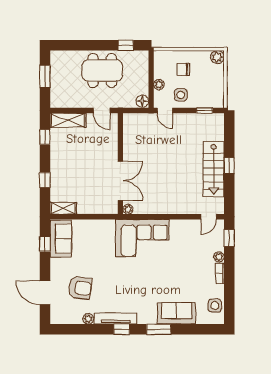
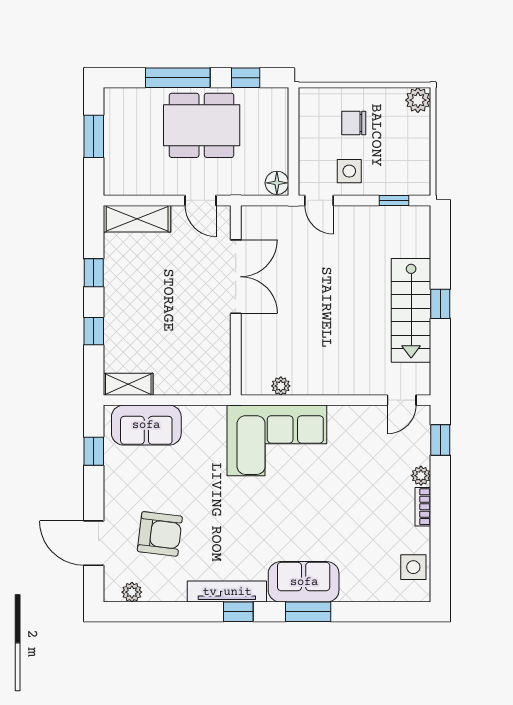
window: (90, 45) -> (178, 78), added
plant: (159, 85) -> (308, 152), removed
window: (45, 137) -> (94, 273), moved
double door: (120, 181) -> (236, 277), moved
plant: (128, 209) -> (281, 386), moved
sofa: (61, 238) -> (146, 425), moved, turned 90
sofa: (176, 313) -> (304, 582), moved
plant: (88, 319) -> (132, 592), moved

